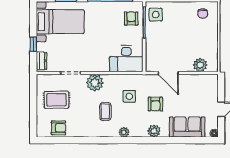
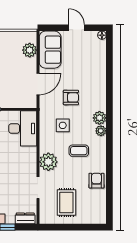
sofa: (187, 127) -> (50, 50), moved, turned 180
armchair: (59, 128) -> (96, 181), moved
plant: (154, 131) -> (99, 118), moved

